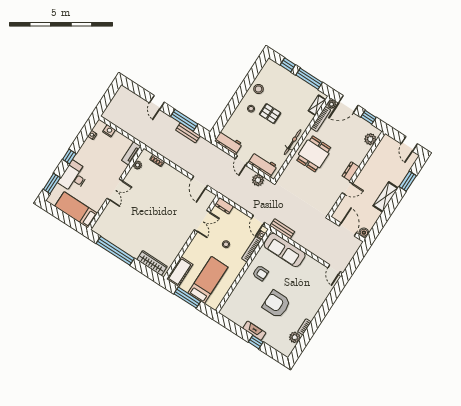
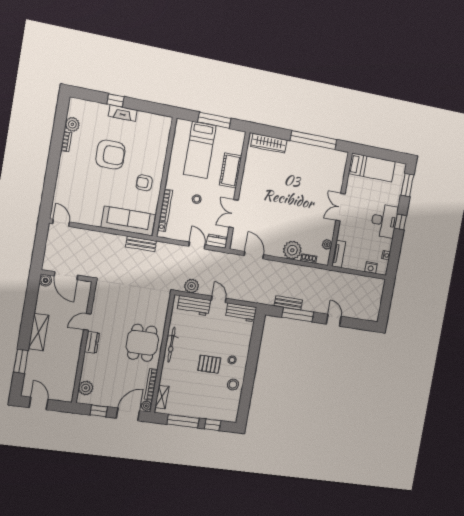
plant: (167, 173) -> (292, 250), added
desk: (74, 177) -> (384, 221), moved
door: (258, 220) -> (197, 246), moved
cot: (180, 272) -> (231, 170), moved

